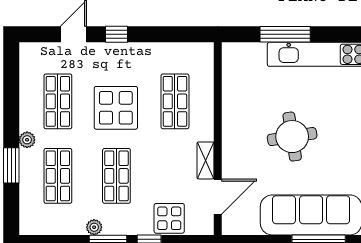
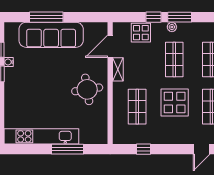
window: (117, 34) -> (144, 149), moved
round table: (292, 137) -> (87, 89), moved
plant: (94, 227) -> (172, 27), moved

